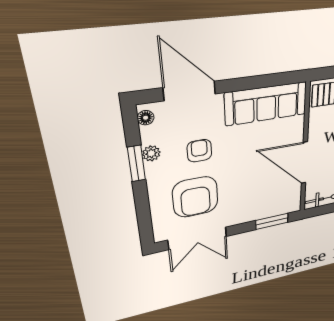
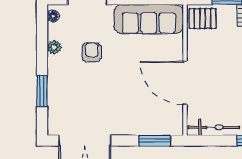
window: (136, 164) -> (42, 91), moved
armchair: (195, 197) -> (86, 96), removed

